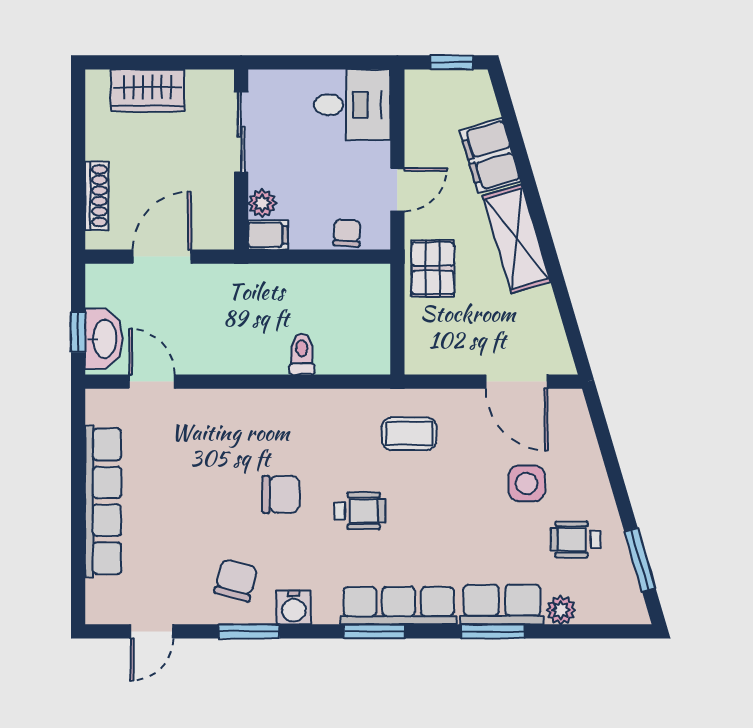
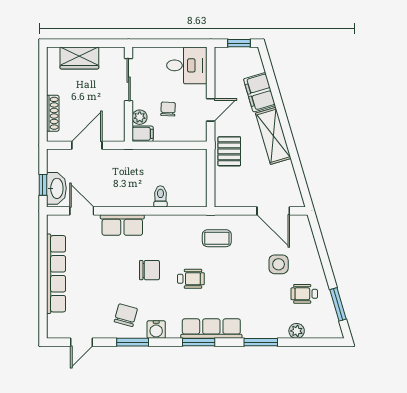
chair: (347, 233) -> (168, 109), moved
row of seats: (502, 605) -> (122, 225), moved, turned 180

